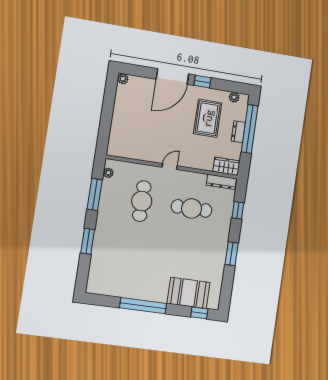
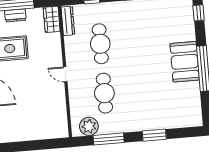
plant: (108, 173) -> (89, 126), width x1.87, depth x1.87
cafe table: (142, 201) -> (104, 93), turned 90
booth: (188, 293) -> (185, 62), moved

